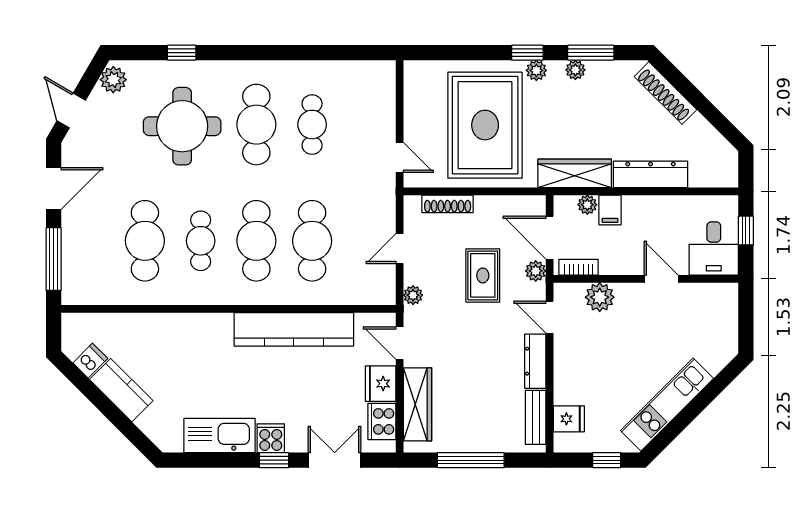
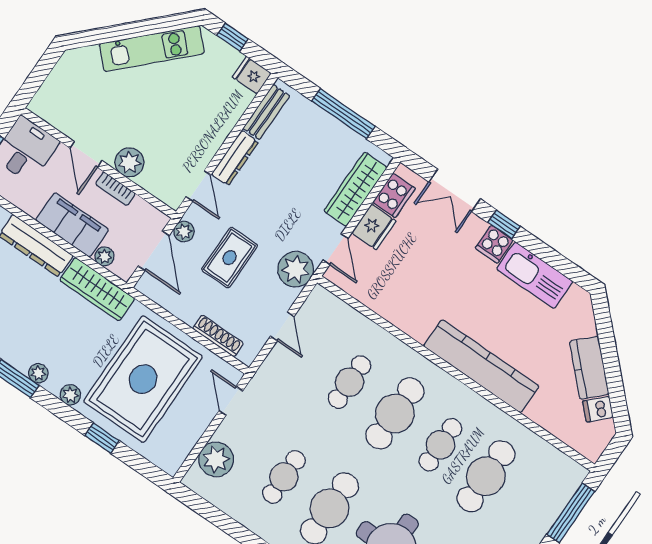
window: (527, 53) -> (102, 438), moved
plant: (379, 100) -> (216, 459), added
filing cabinet: (610, 210) -> (72, 225), width x3.00, depth x1.17
cafe table: (312, 241) -> (349, 382), width x0.73, depth x0.74
door: (400, 249) -> (282, 326), hinge flipped
bookcase: (579, 267) -> (115, 189), moved
plant: (413, 295) -> (296, 269), width x1.88, depth x1.88
plant: (600, 297) -> (129, 162), moved
kitchen counter: (294, 329) -> (481, 366), moved
fridge: (569, 419) -> (252, 75), moved

